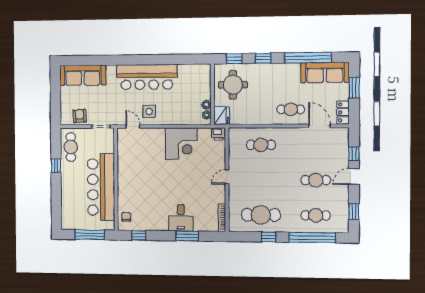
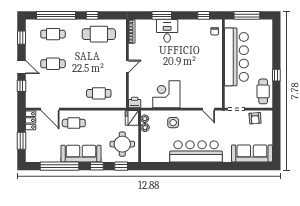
sofa: (325, 73) -> (81, 154), moved
side table: (149, 111) -> (173, 123), moved
door: (354, 176) -> (21, 67), hinge flipped

